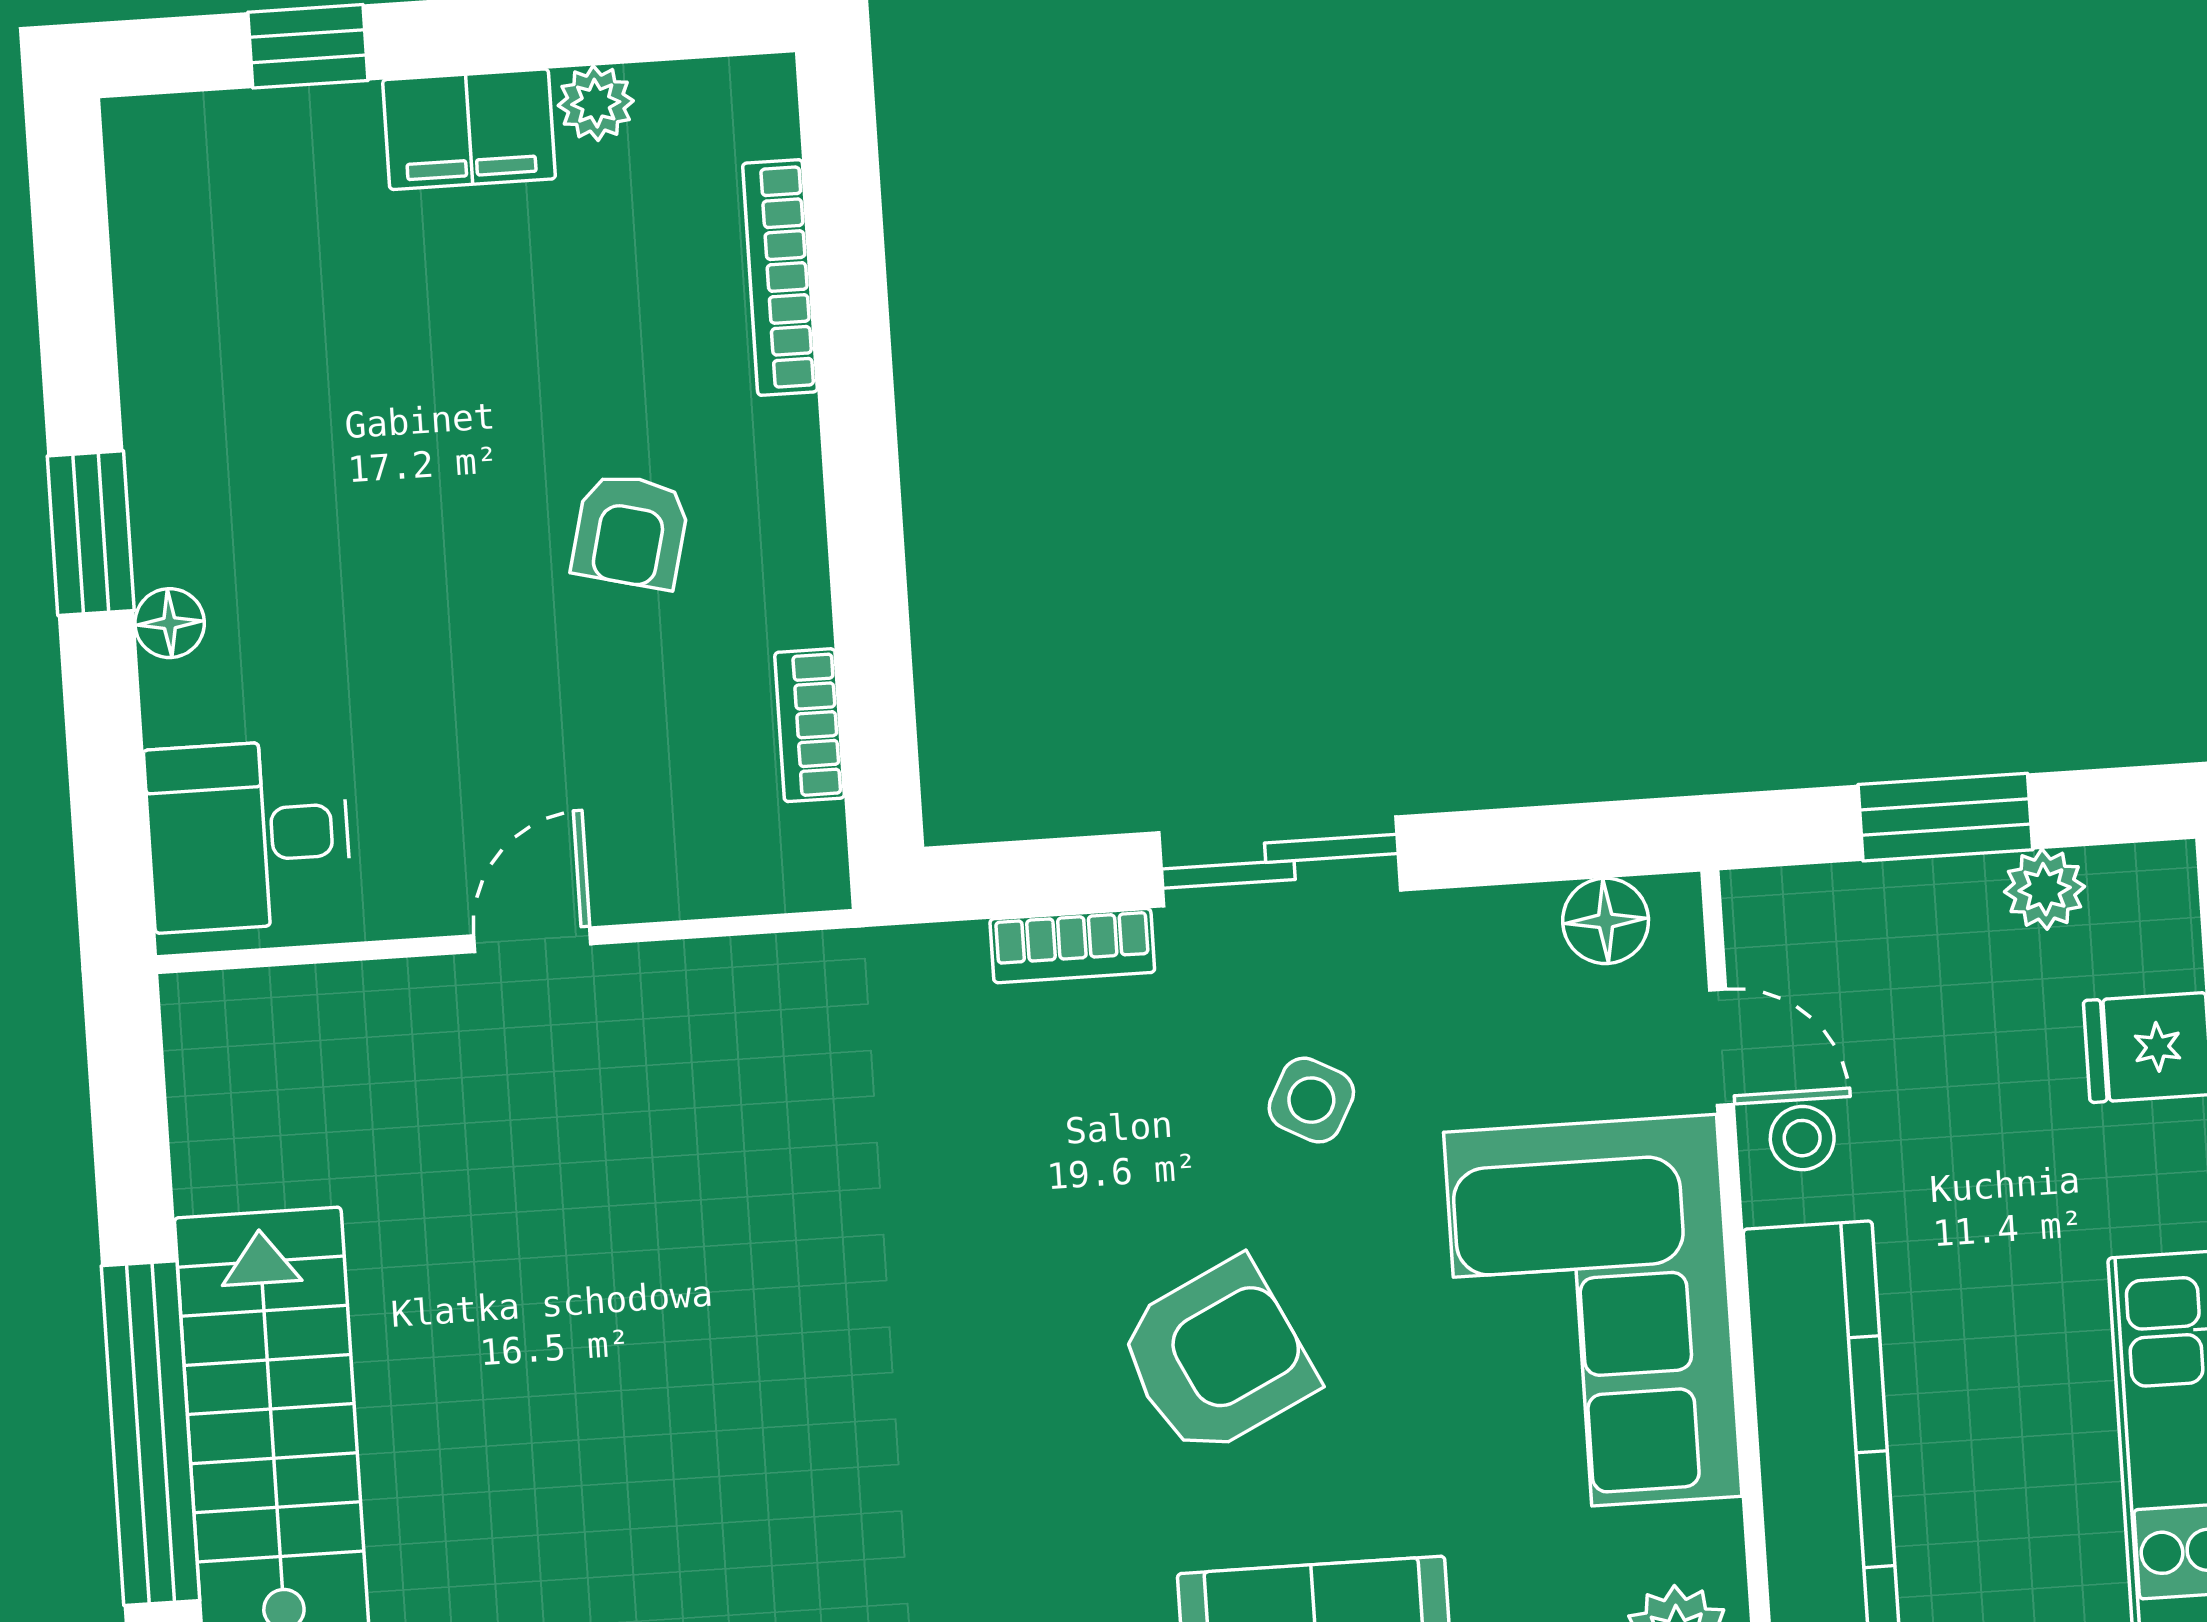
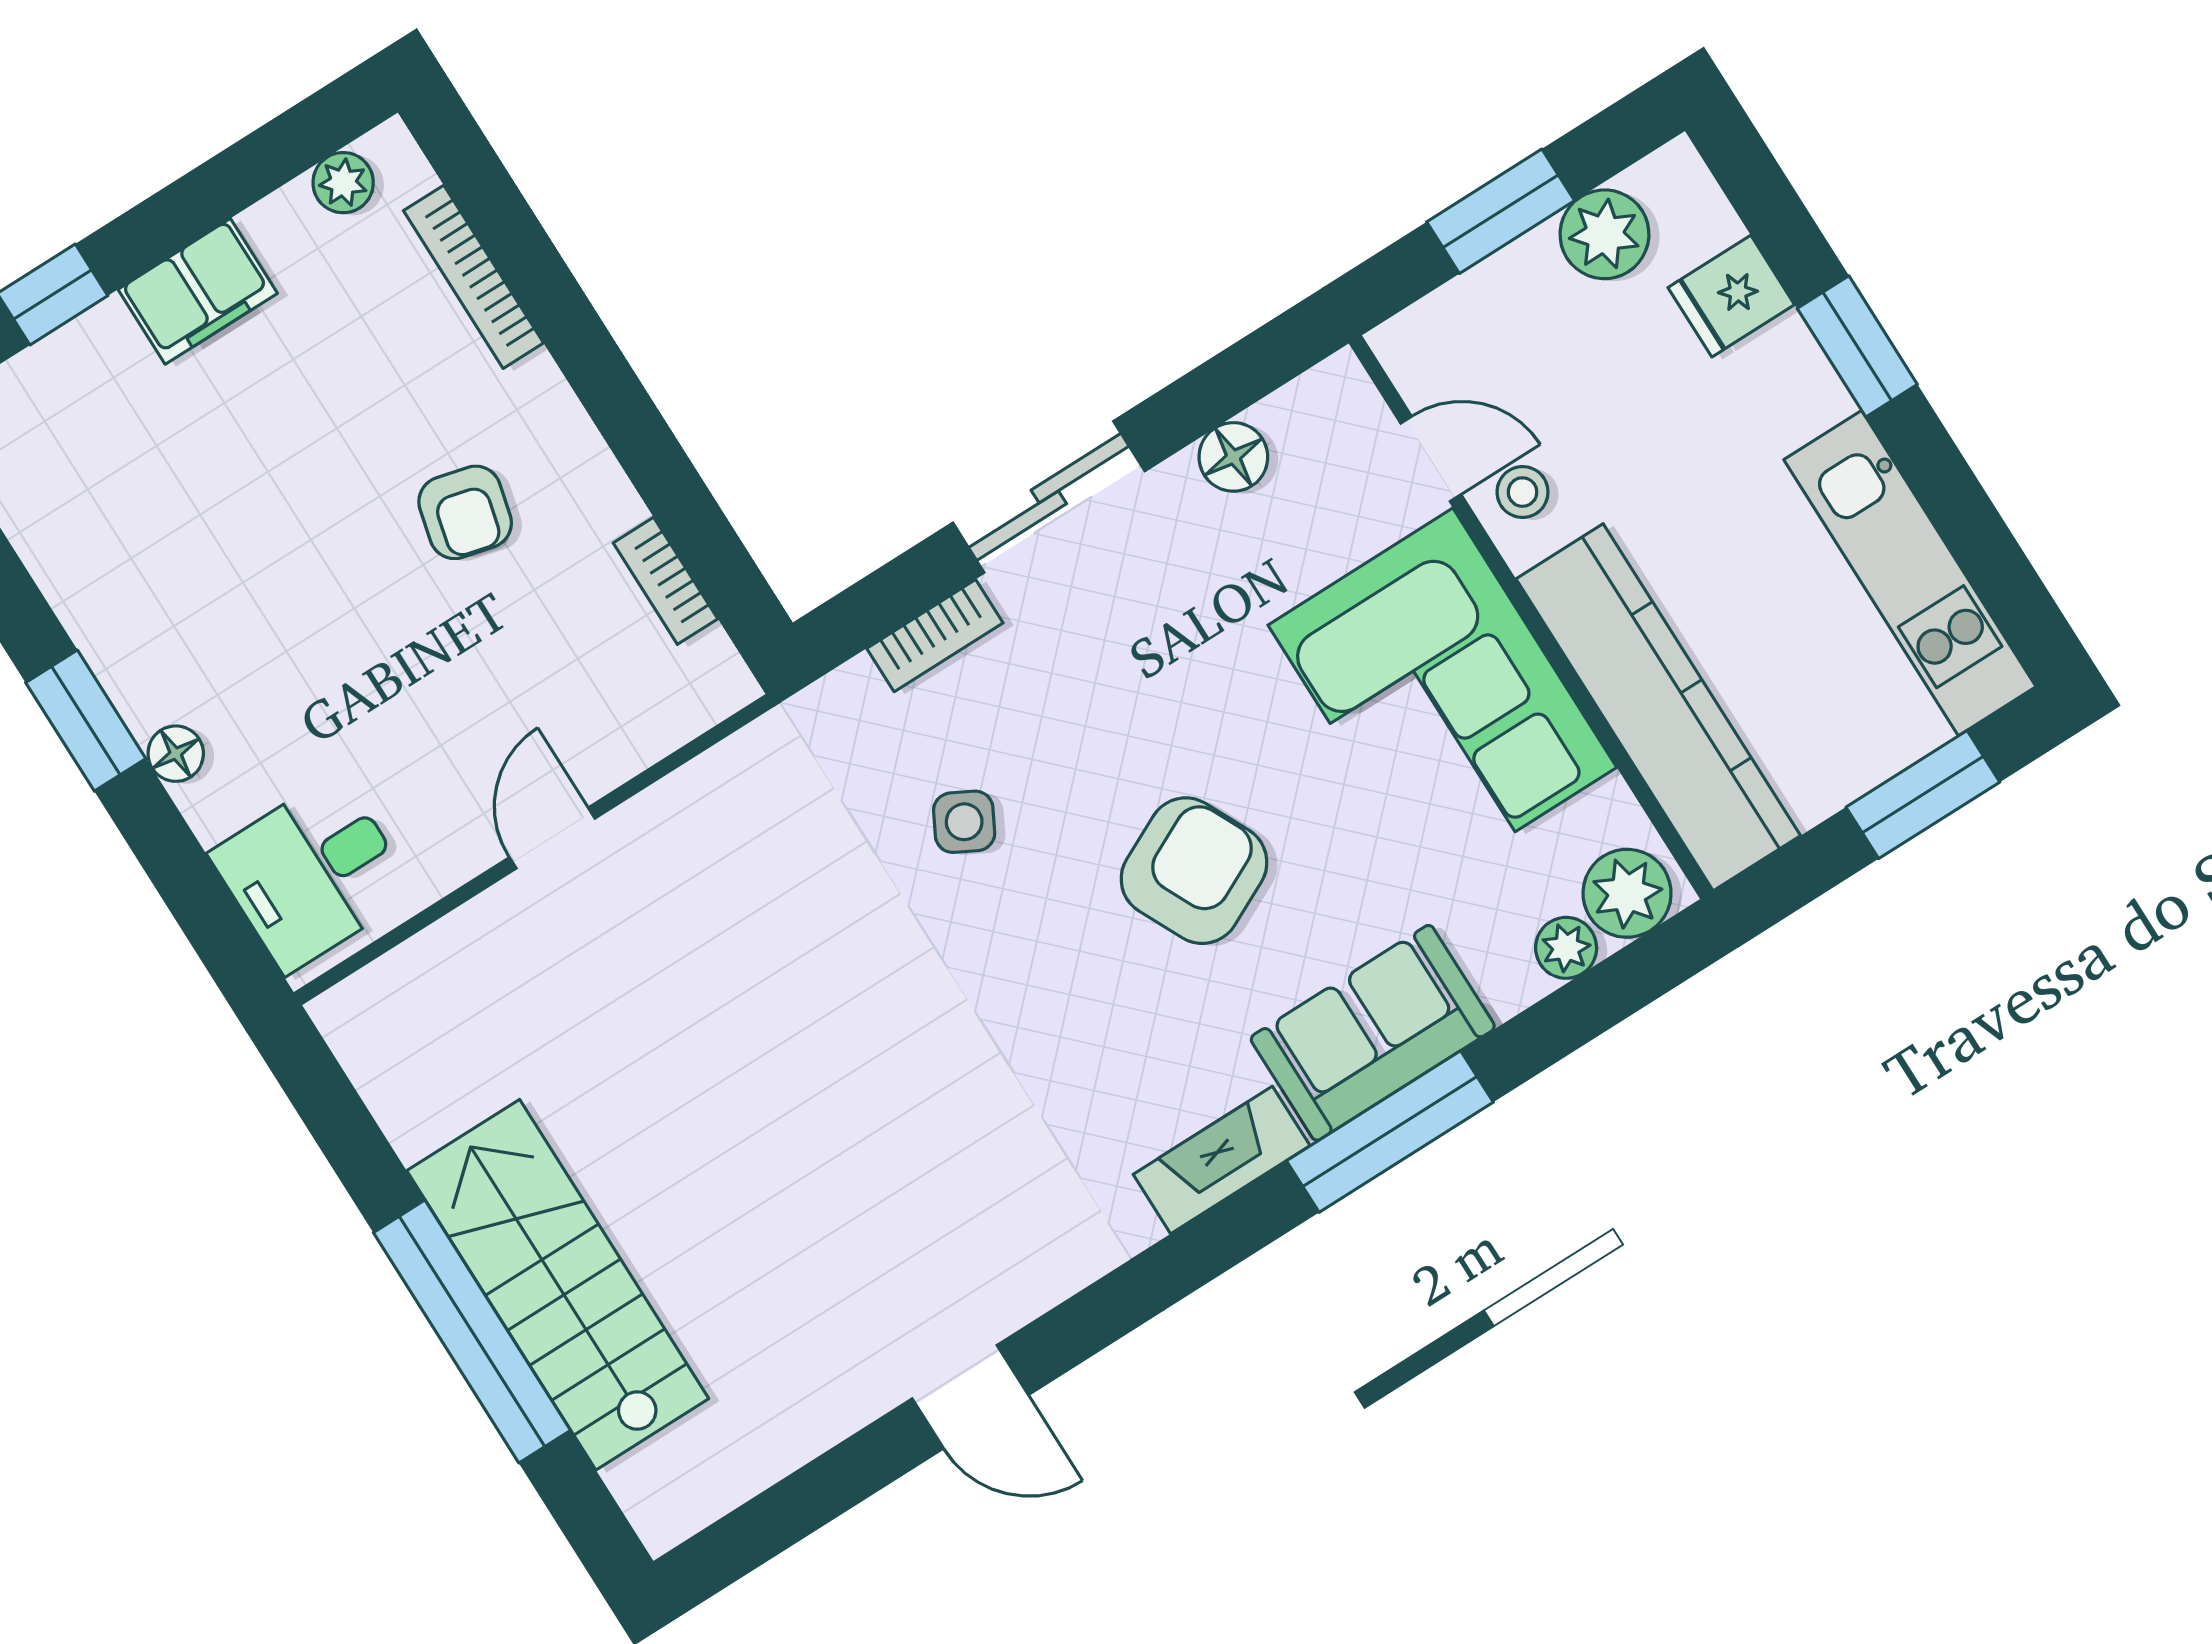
plant: (596, 103) -> (343, 183), moved
plant: (2045, 889) -> (1604, 234), width x1.38, depth x1.38
floor lamp: (1606, 921) -> (1233, 457), moved
side table: (1311, 1100) -> (964, 822), moved

